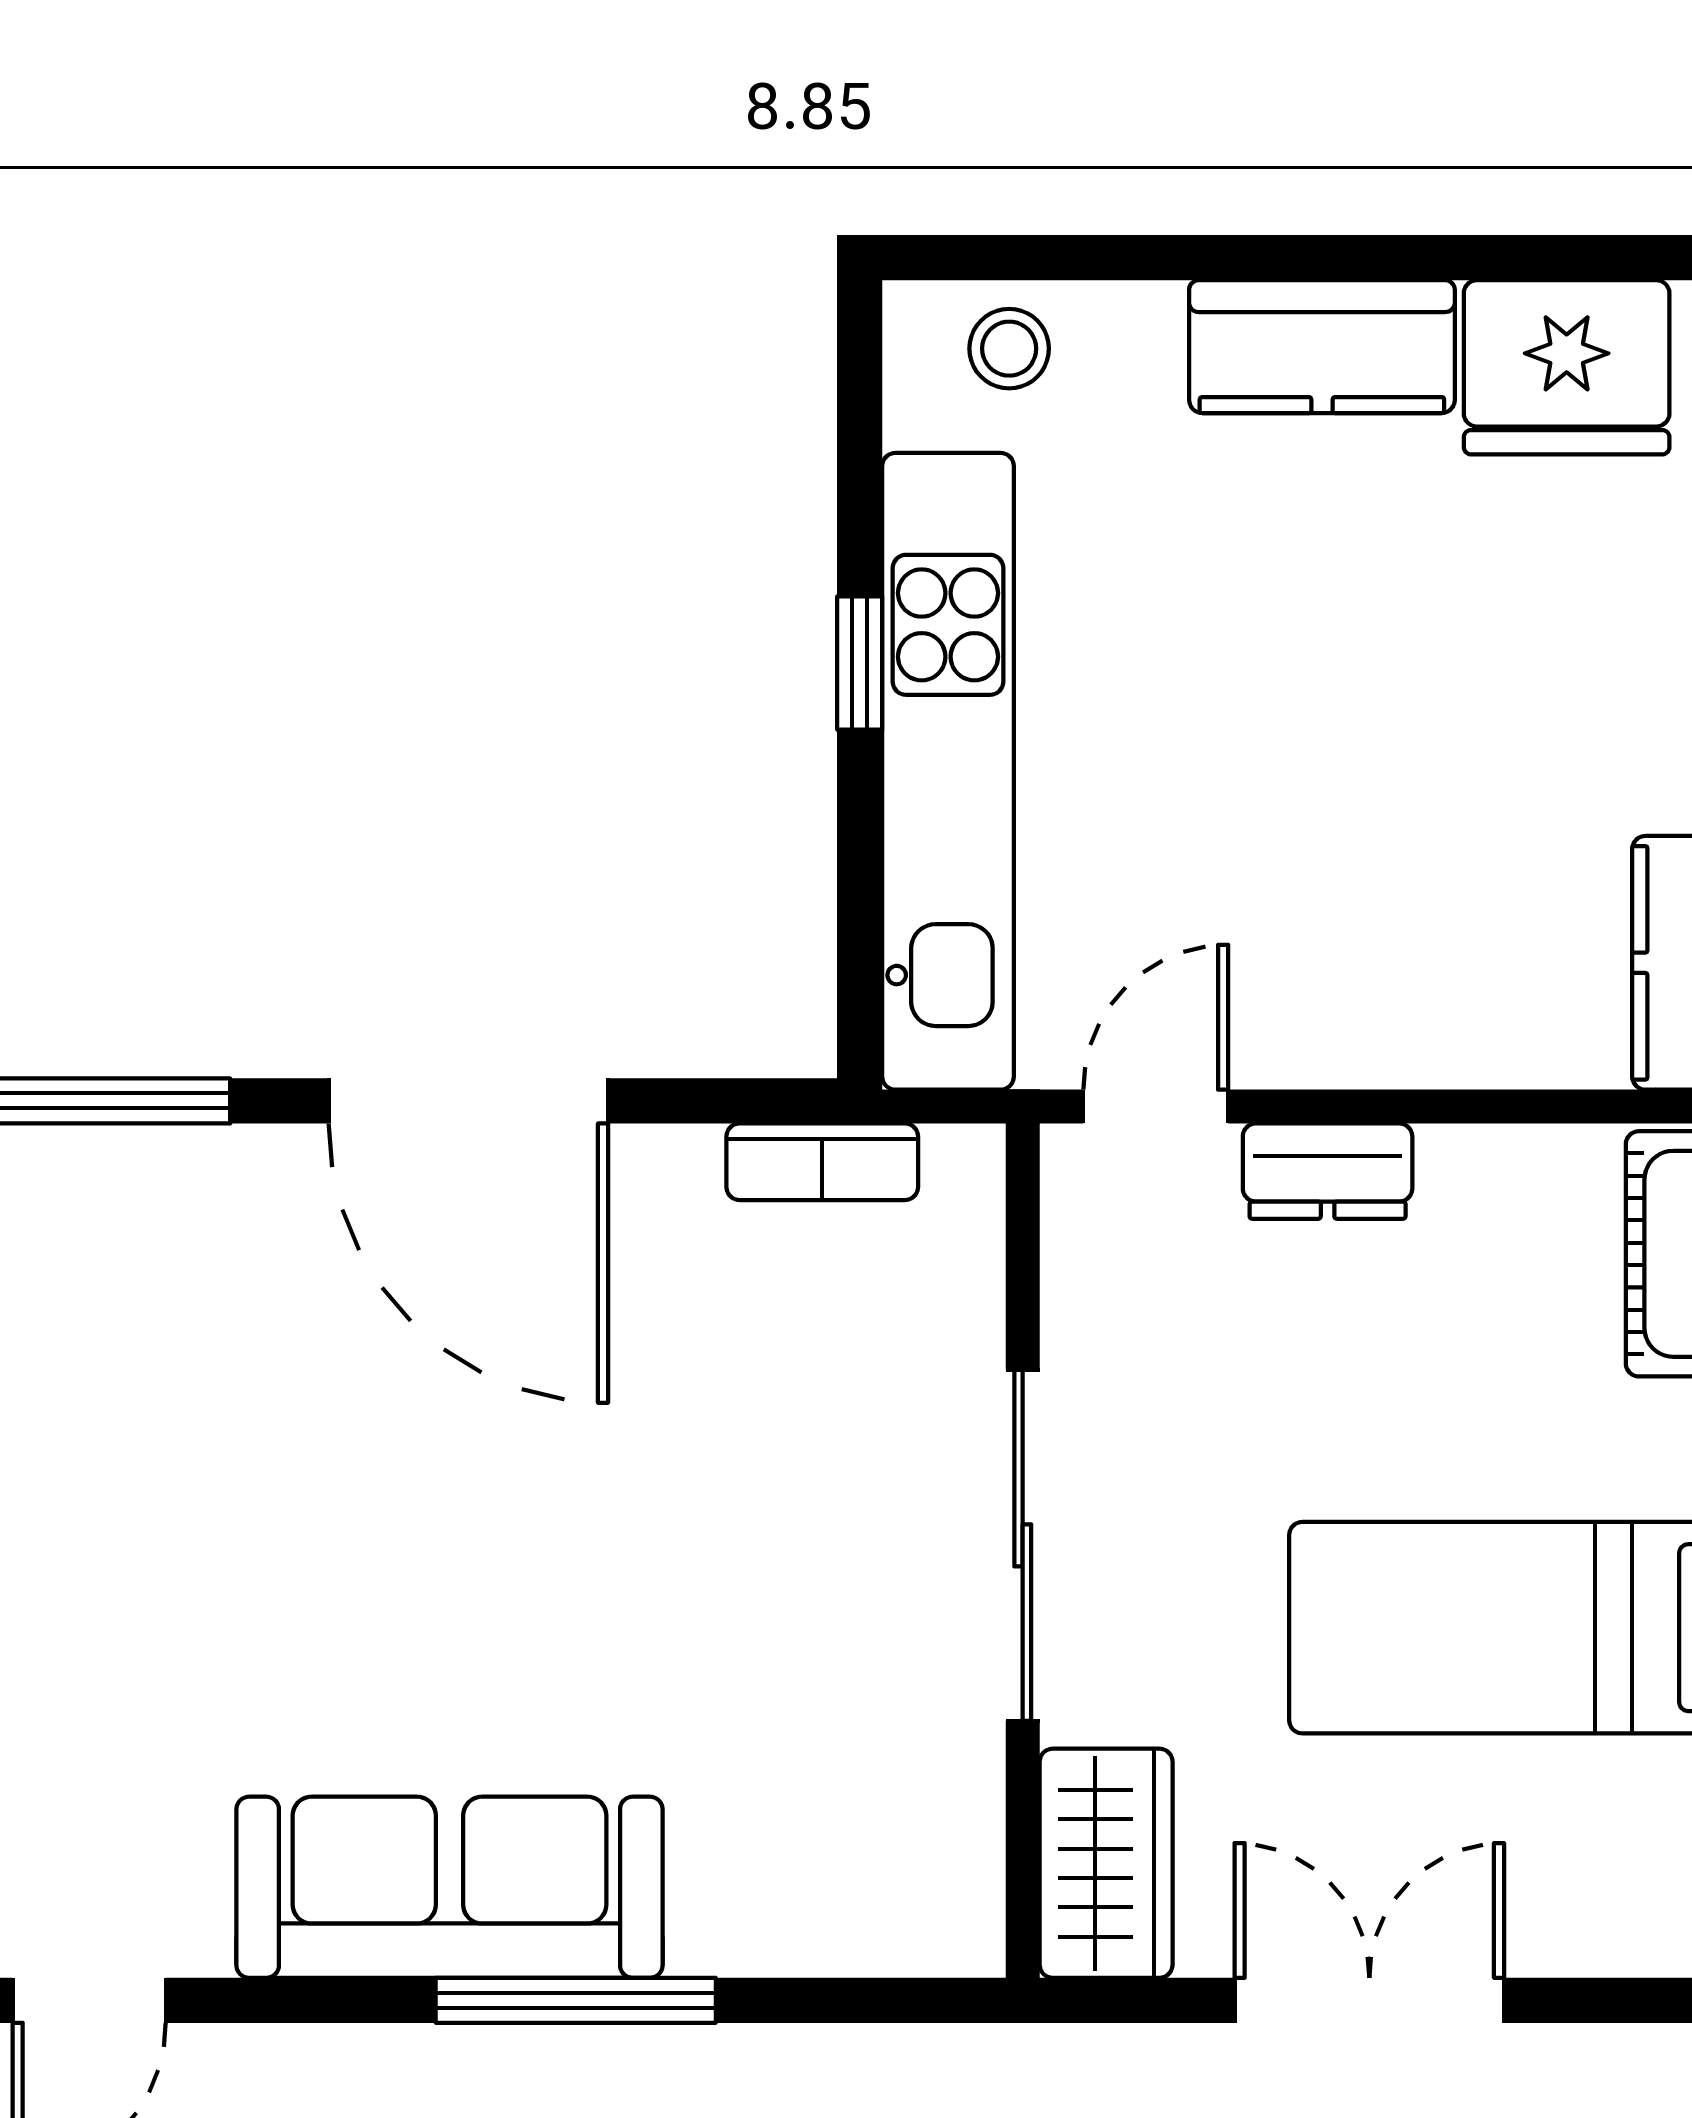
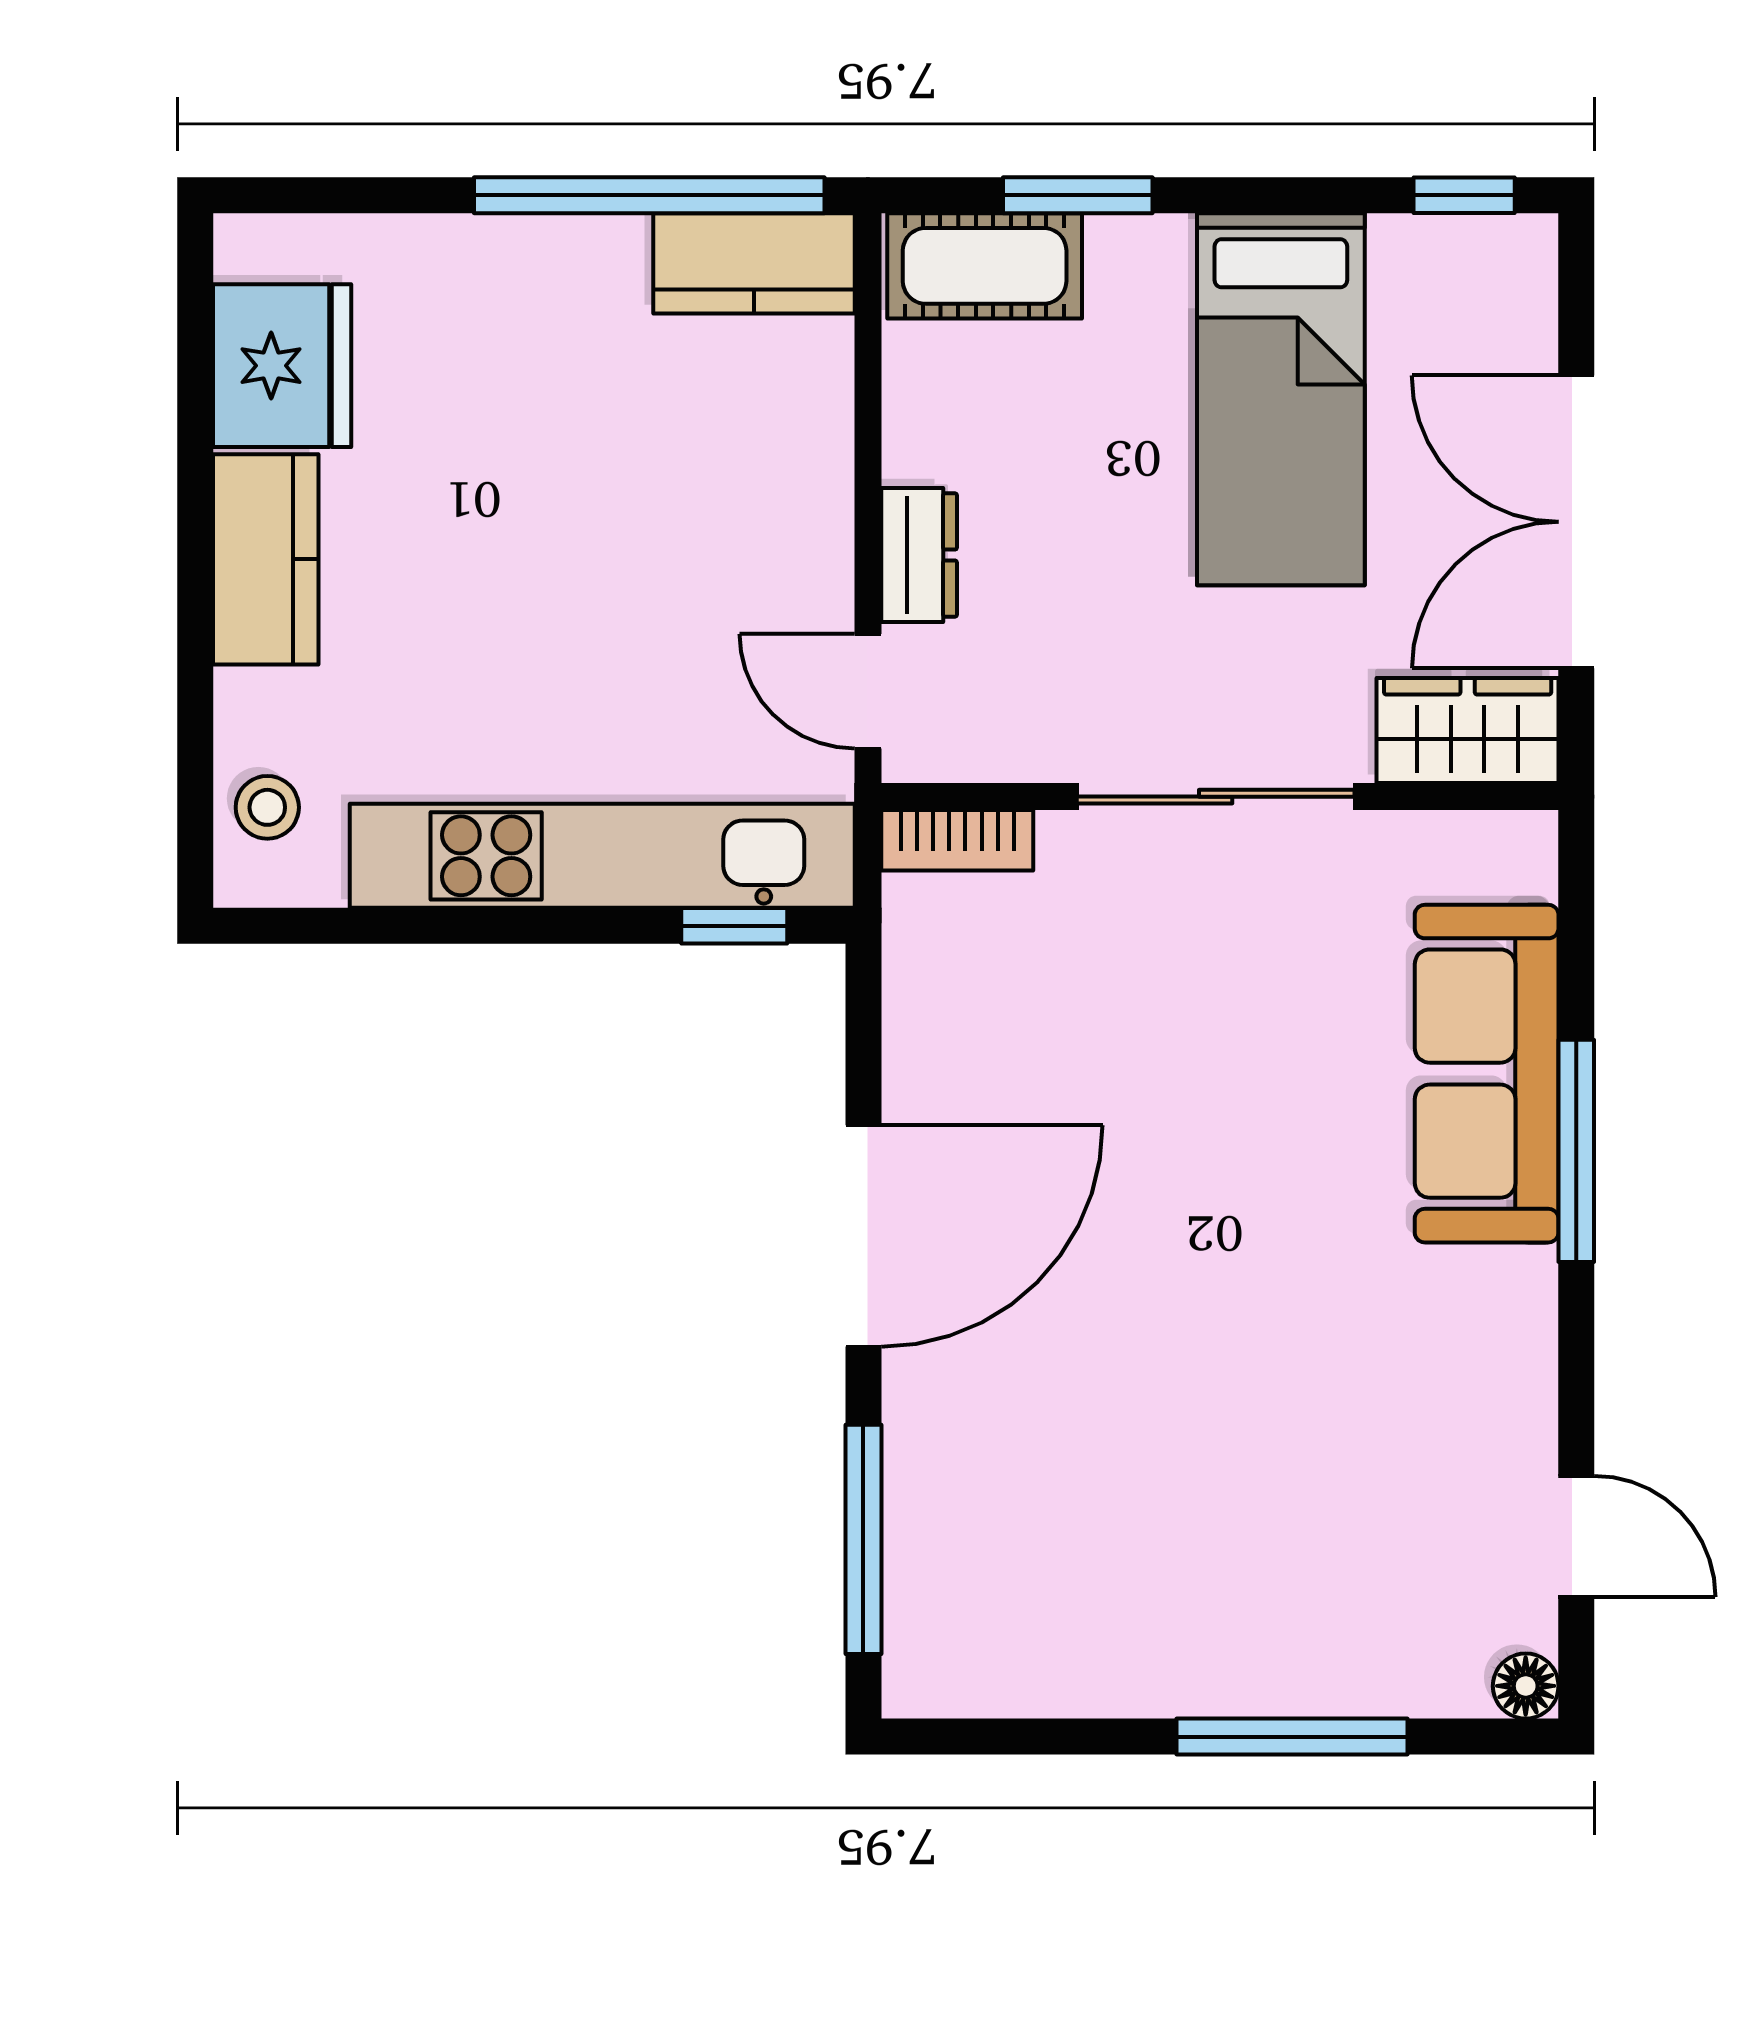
window: (860, 663) -> (734, 926), moved
bookcase: (822, 1162) -> (957, 840), moved, turned 90
sofa: (449, 1887) -> (1487, 1074), moved
double door: (1369, 2000) -> (1576, 522), width x1.37

